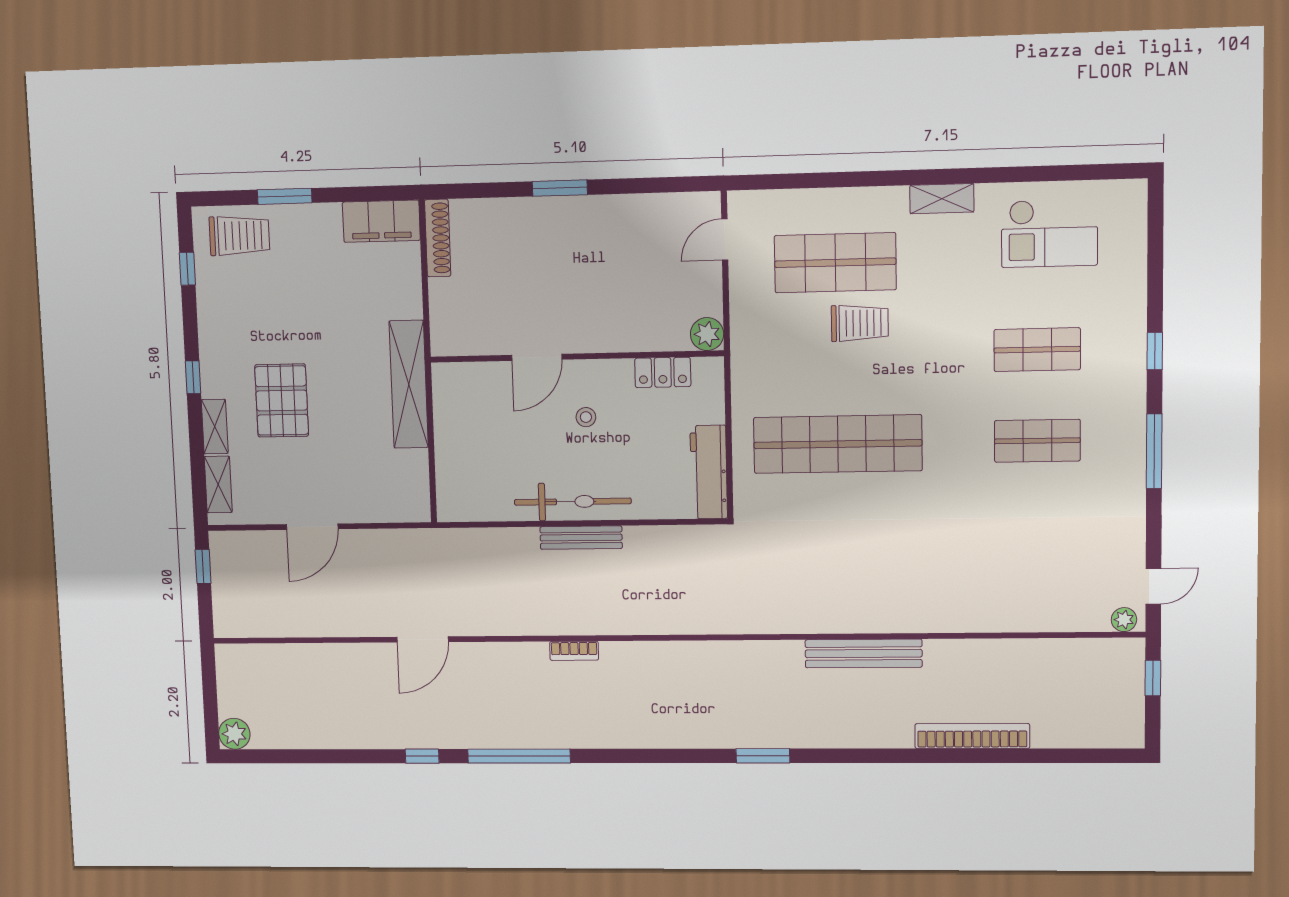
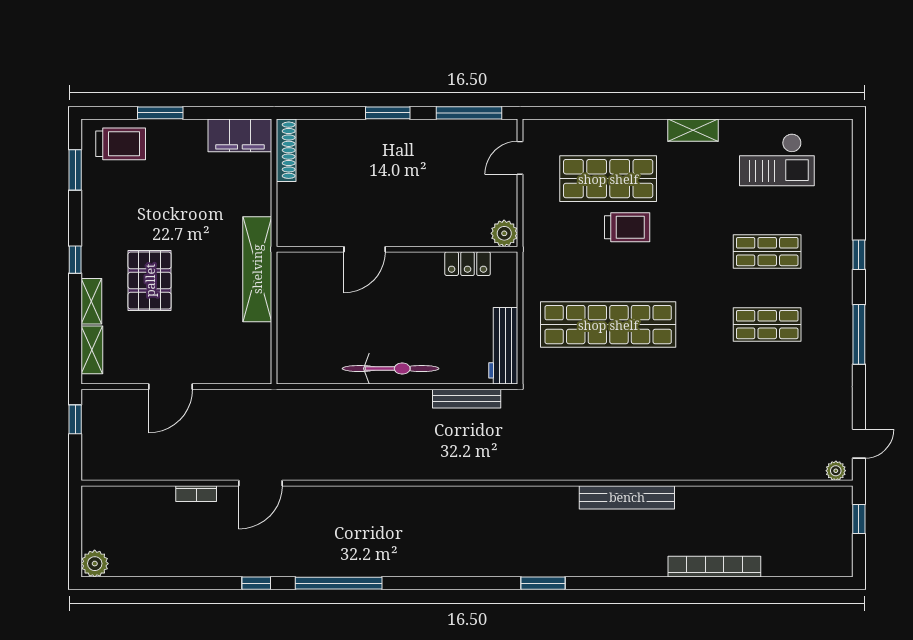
window: (660, 185) -> (469, 113), added
window: (187, 269) -> (75, 170), width x1.50
stool: (586, 417) -> (404, 299), removed
bench: (581, 538) -> (467, 399), moved
bookcase: (574, 651) -> (196, 494), moved

